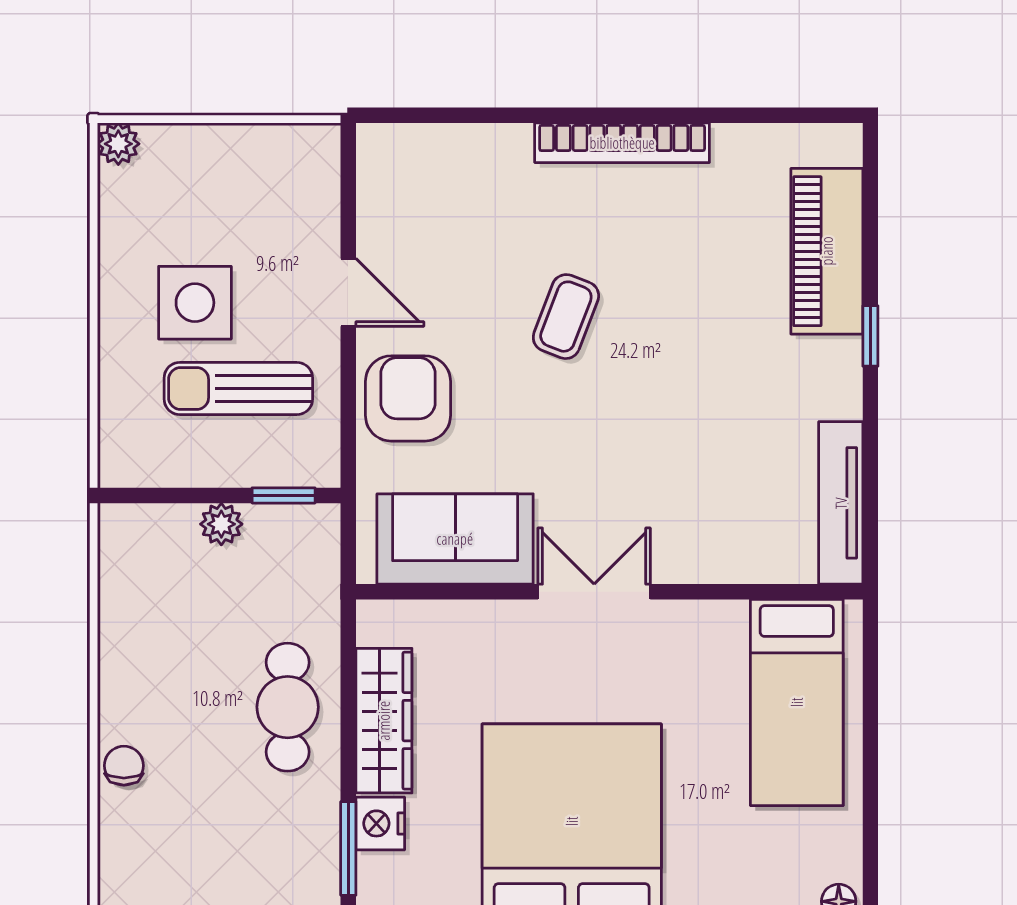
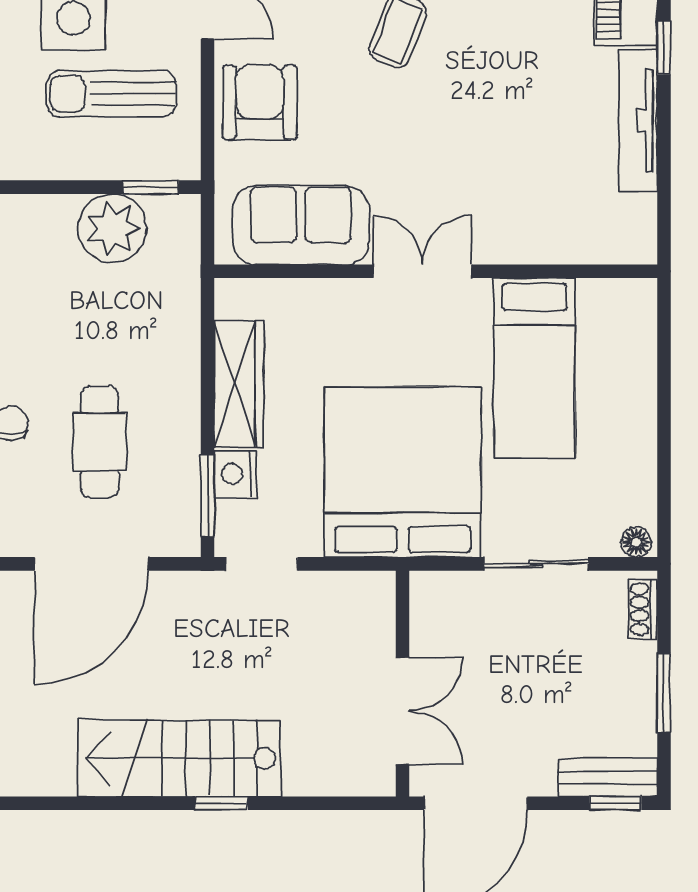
tv unit: (841, 503) -> (638, 121), moved
plant: (221, 524) -> (112, 228), width x1.88, depth x1.88
bed: (797, 702) -> (535, 368), moved
cafe table: (288, 707) -> (100, 442), moved

